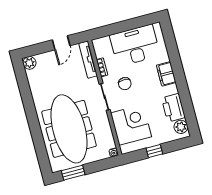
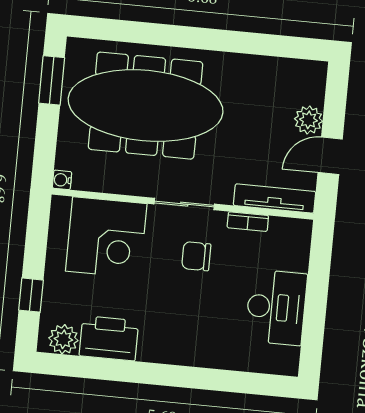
door: (61, 43) -> (330, 156), hinge flipped
desk: (135, 45) -> (276, 307), width x0.73, depth x0.77
plant: (29, 63) -> (308, 120), moved
filing cabinet: (166, 74) -> (185, 350), removed
window: (154, 151) -> (31, 295), moved

